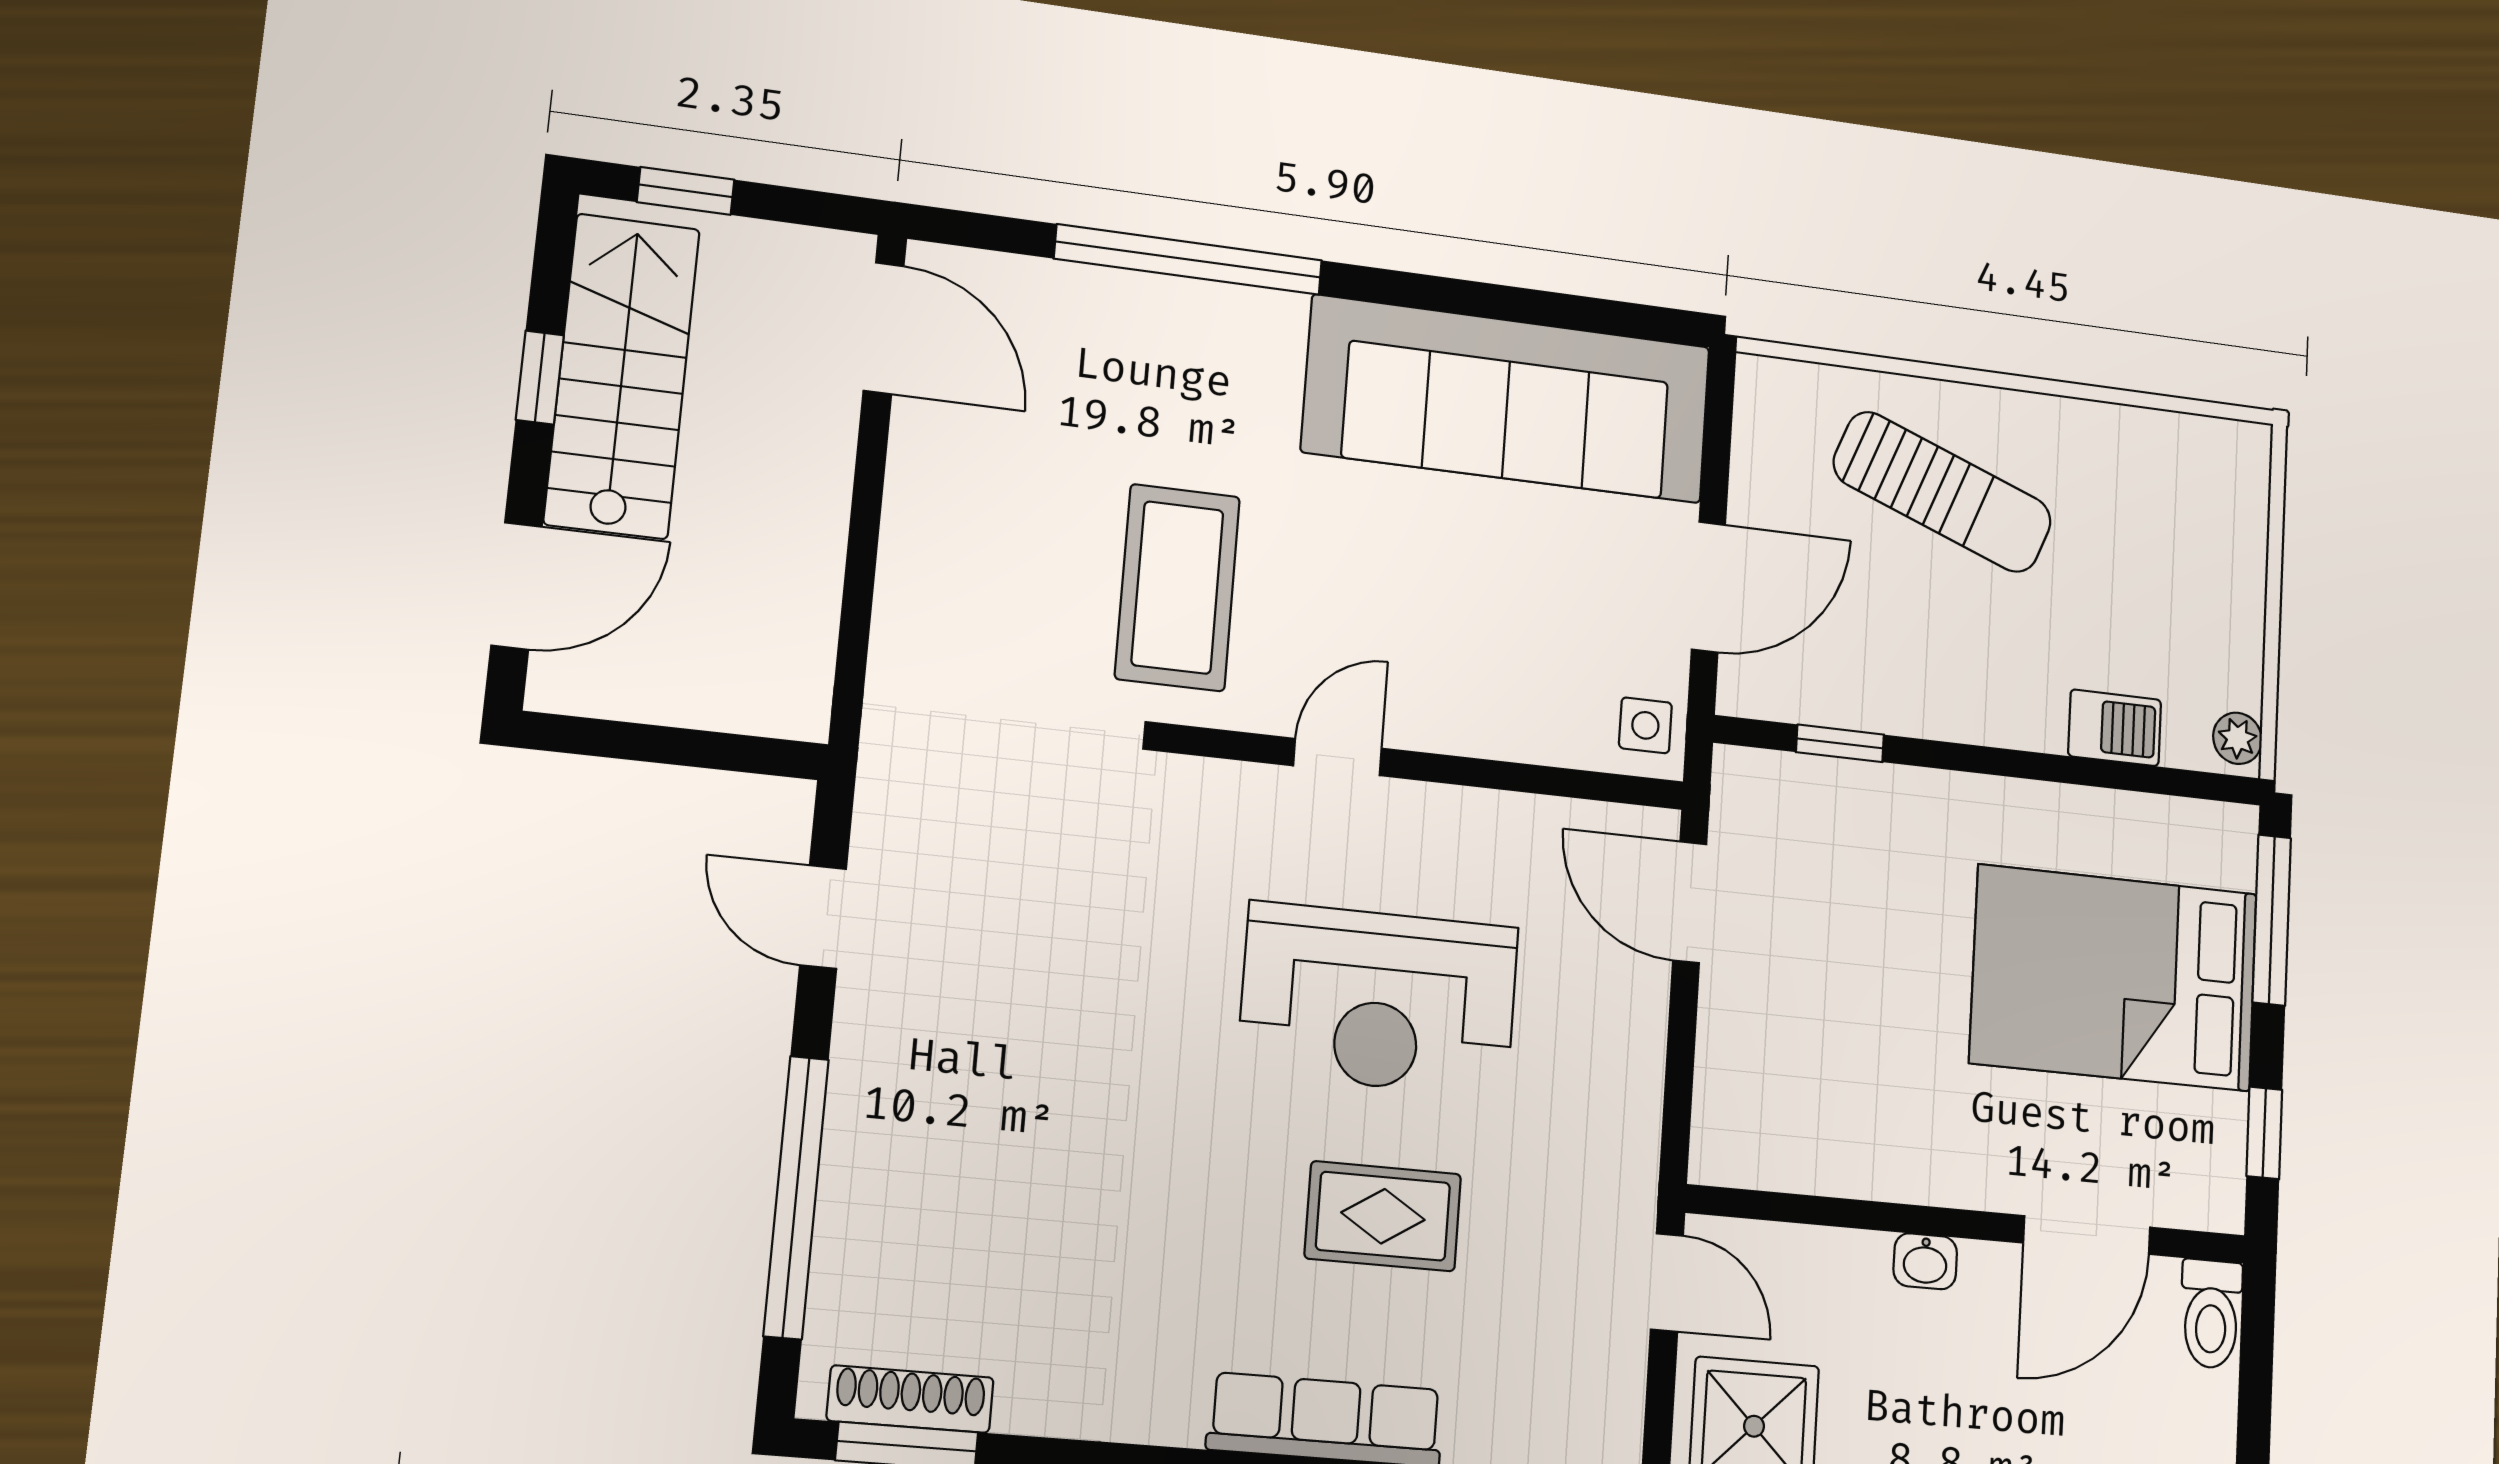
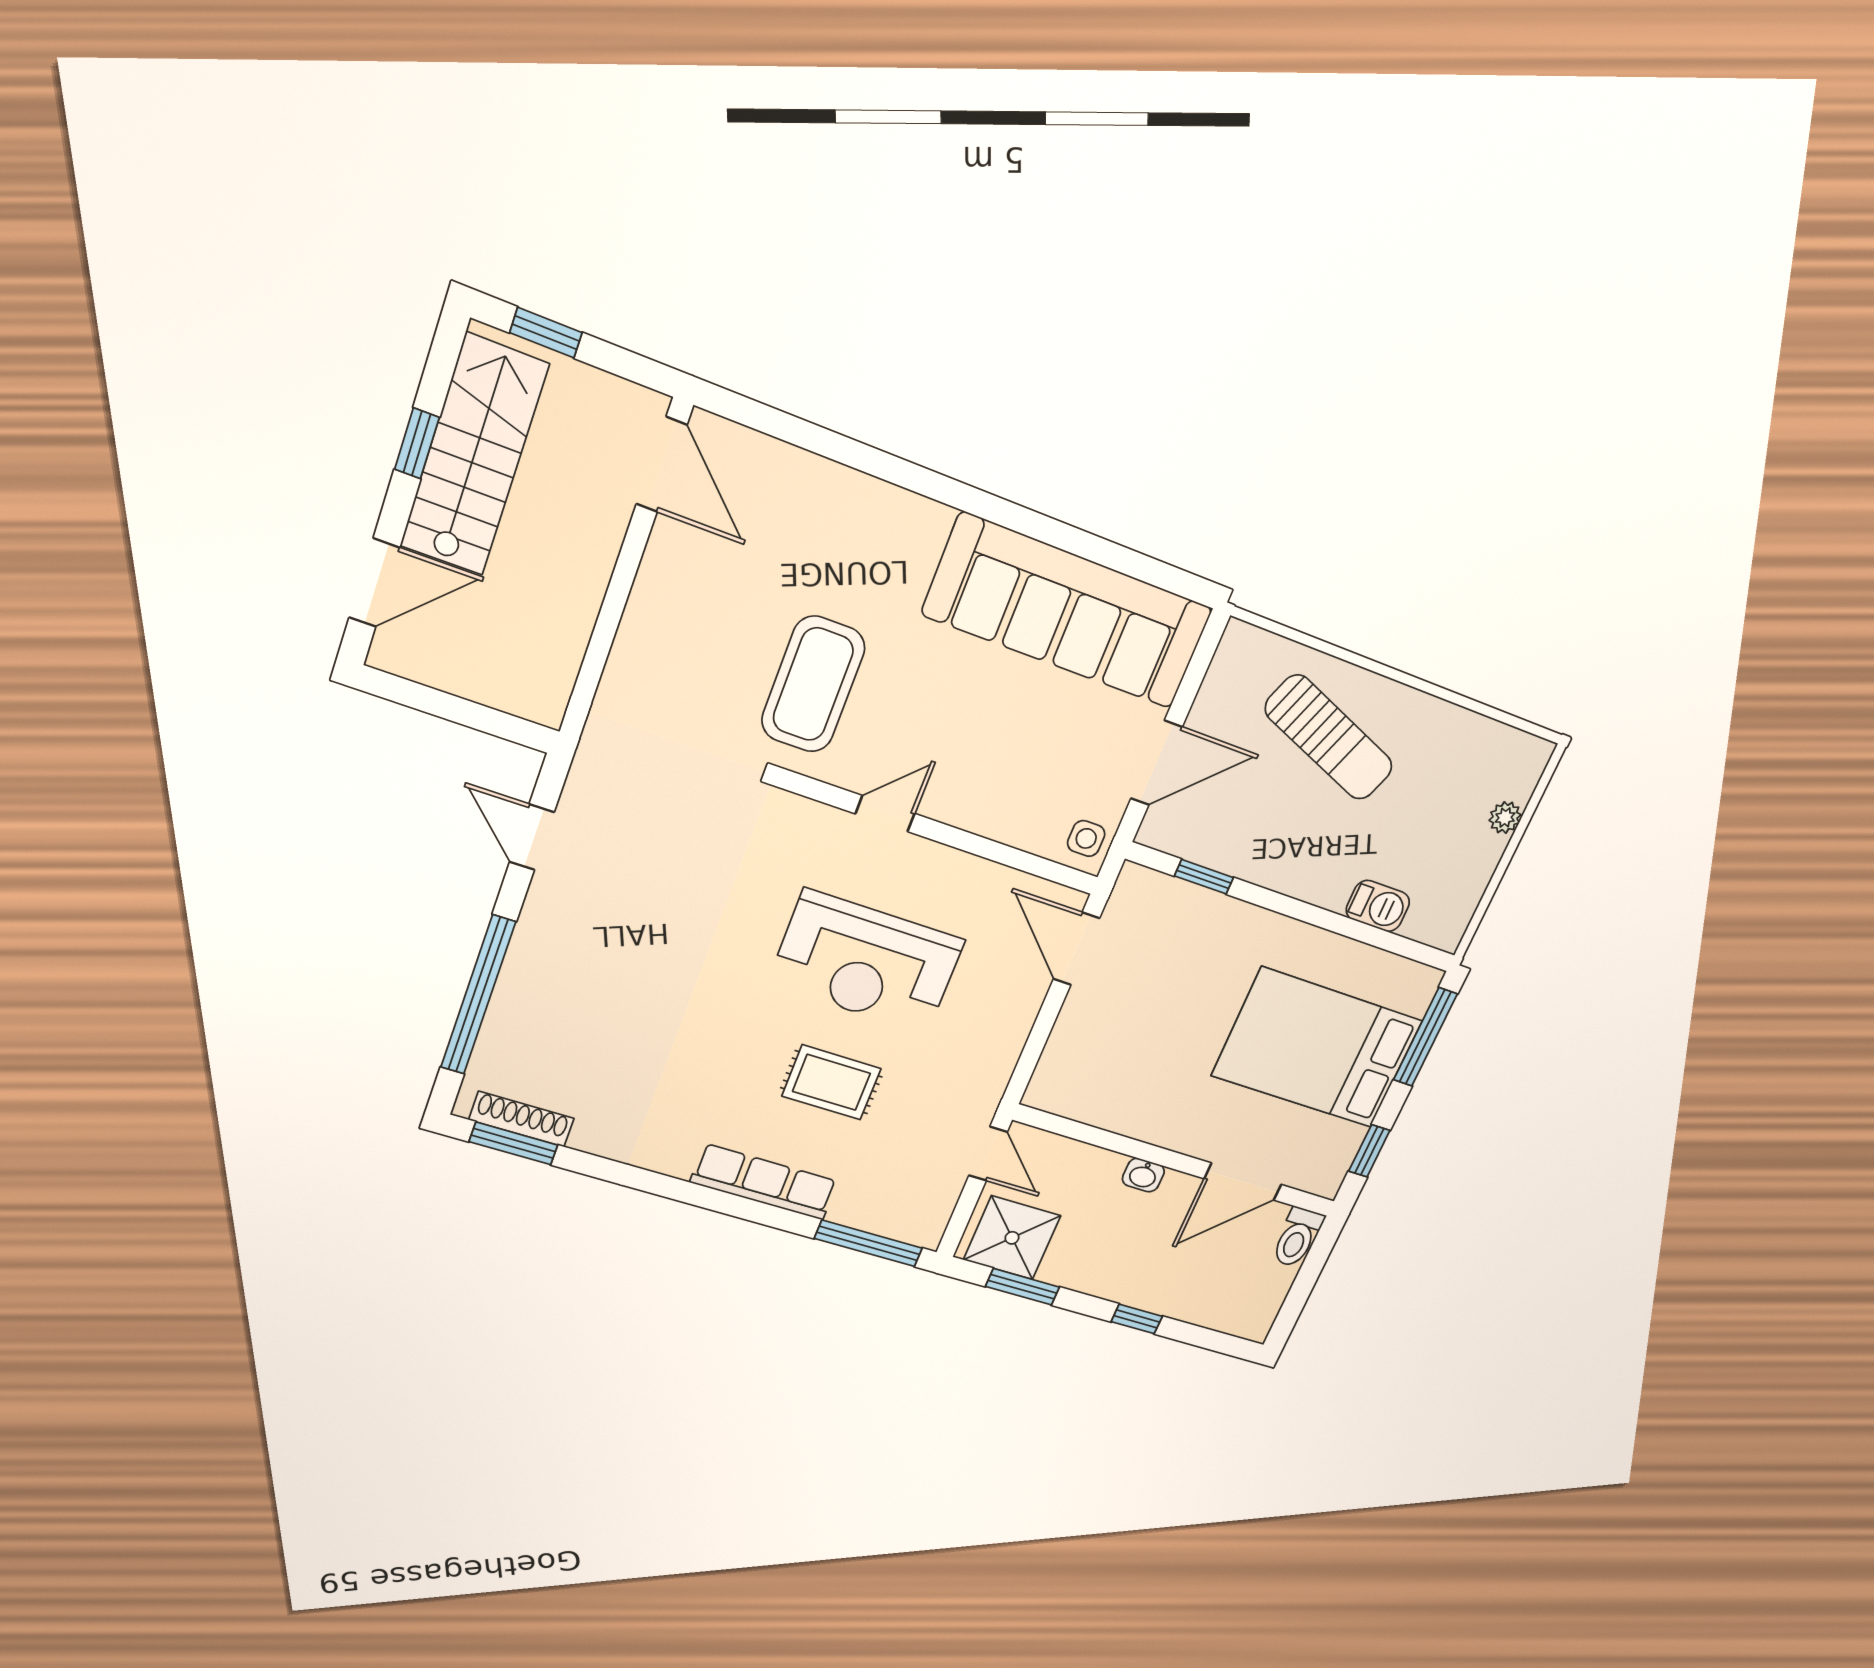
window: (1189, 259) -> (883, 465), removed
plant: (2237, 738) -> (1505, 818), moved

